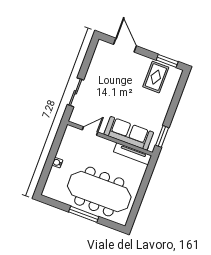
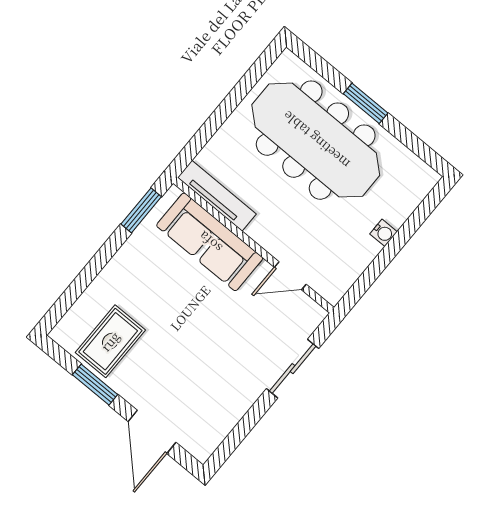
window: (167, 61) -> (95, 385), moved
window: (84, 214) -> (366, 103), width x0.69

